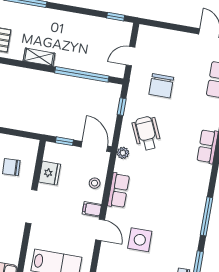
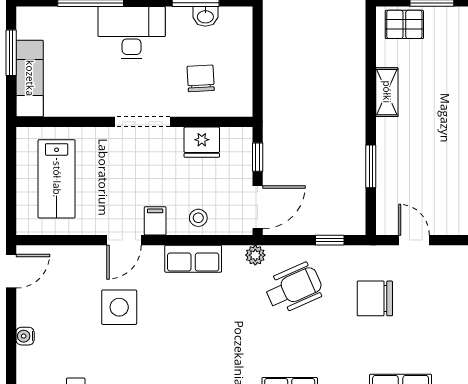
window: (82, 74) -> (371, 166), width x0.47

